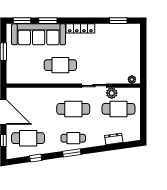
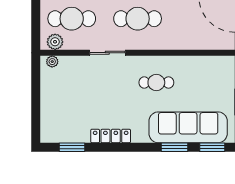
locker: (80, 28) -> (111, 136), moved
cafe table: (60, 65) -> (156, 82), width x0.73, depth x0.74
plant: (112, 93) -> (55, 42), moved

